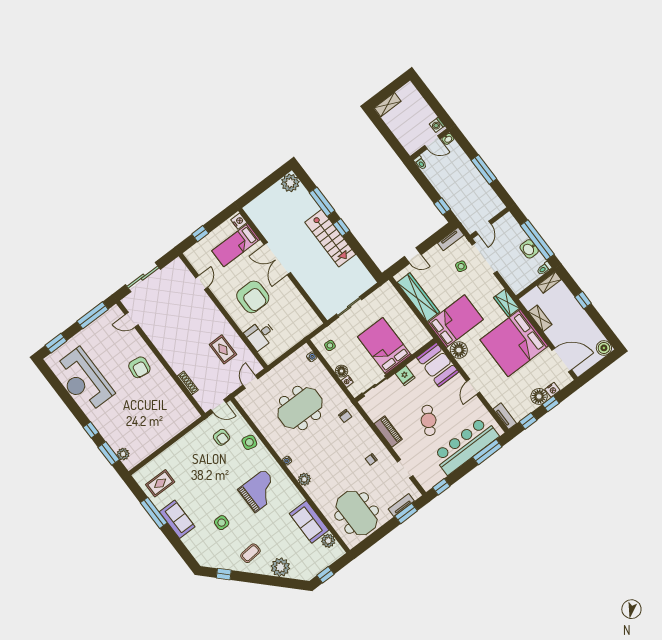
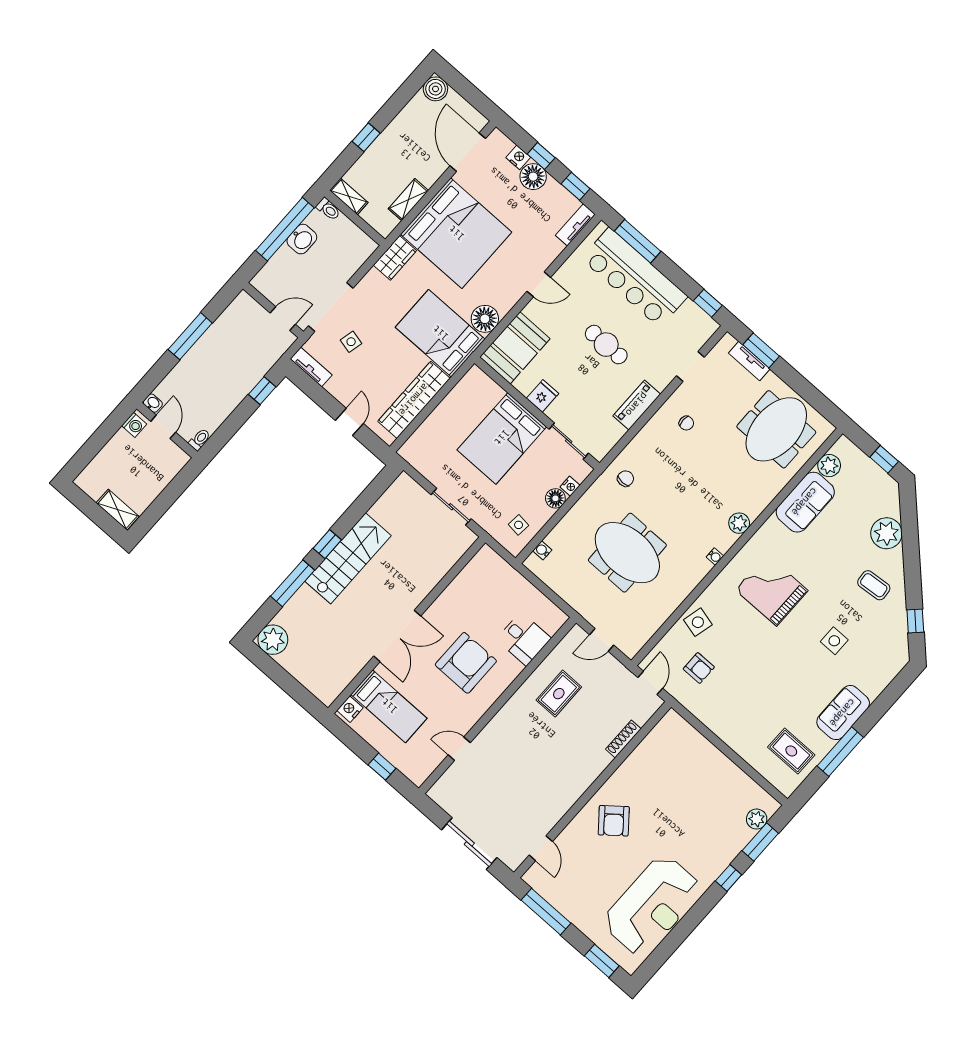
armchair: (139, 367) -> (614, 821), turned 133
cafe table: (429, 420) -> (606, 345), turned 60
armchair: (222, 437) -> (699, 668), turned 90

